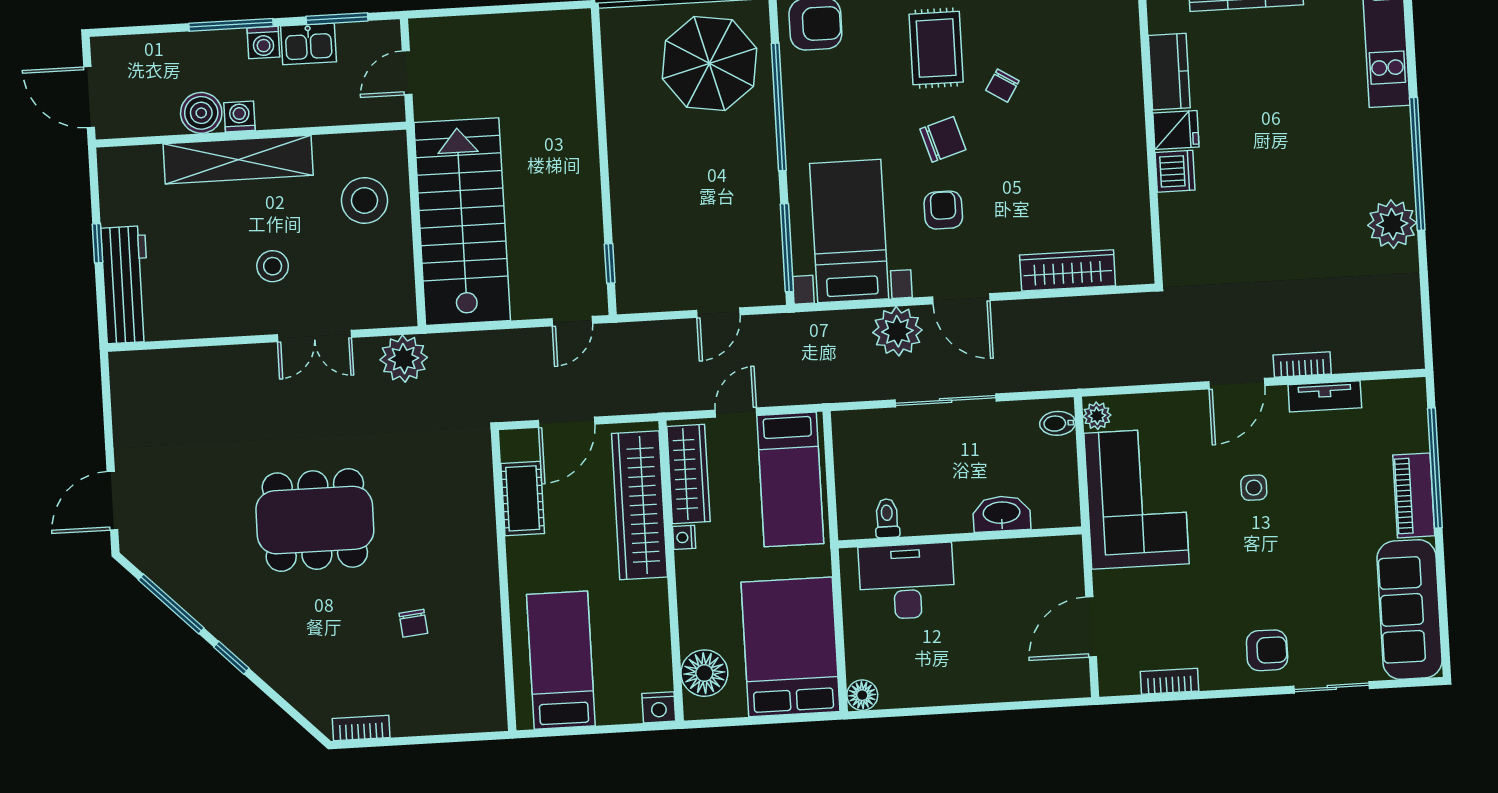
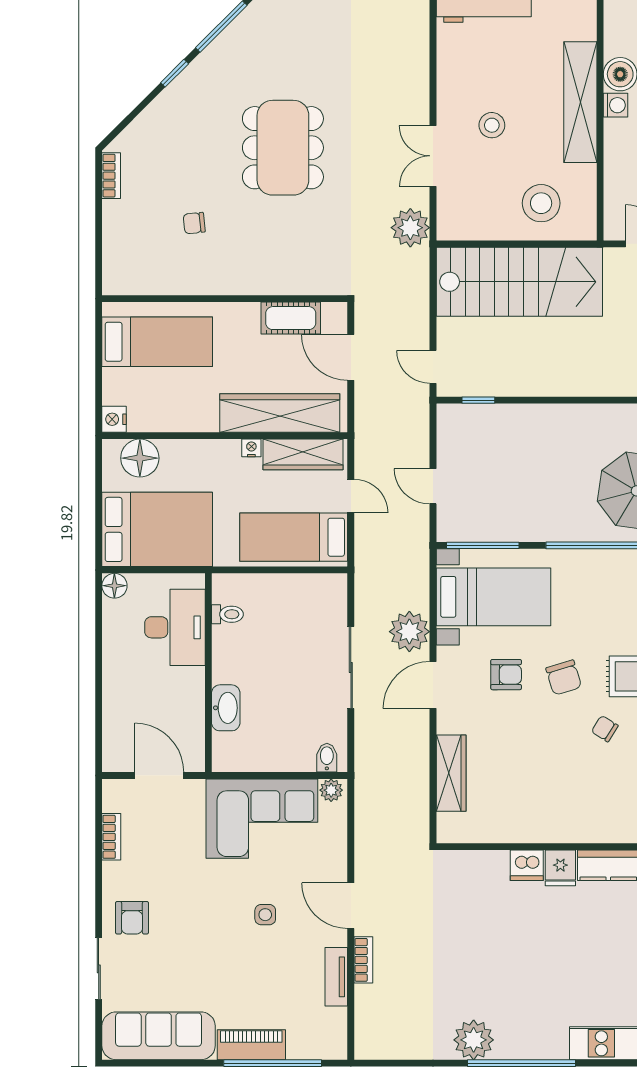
washbasin: (1002, 514) -> (226, 708), moved
toilet: (887, 518) -> (227, 614), moved
wall: (960, 537) -> (208, 673), moved
desk: (907, 581) -> (175, 627), moved

